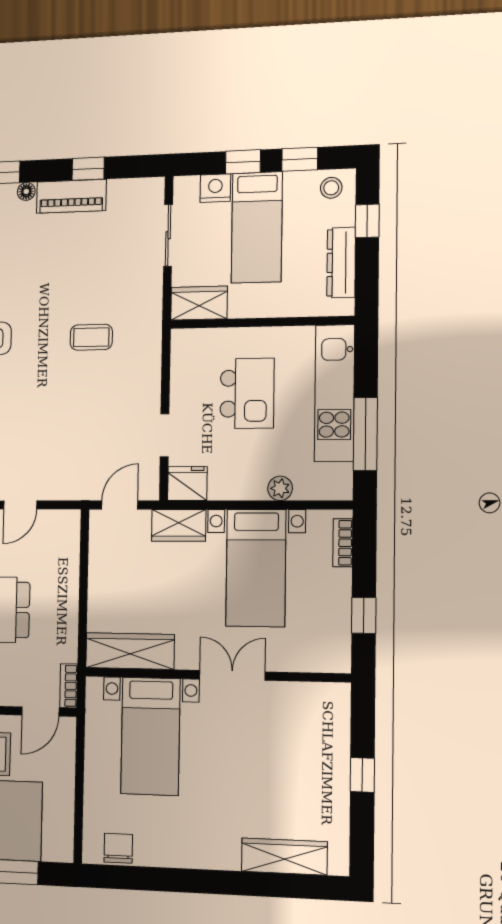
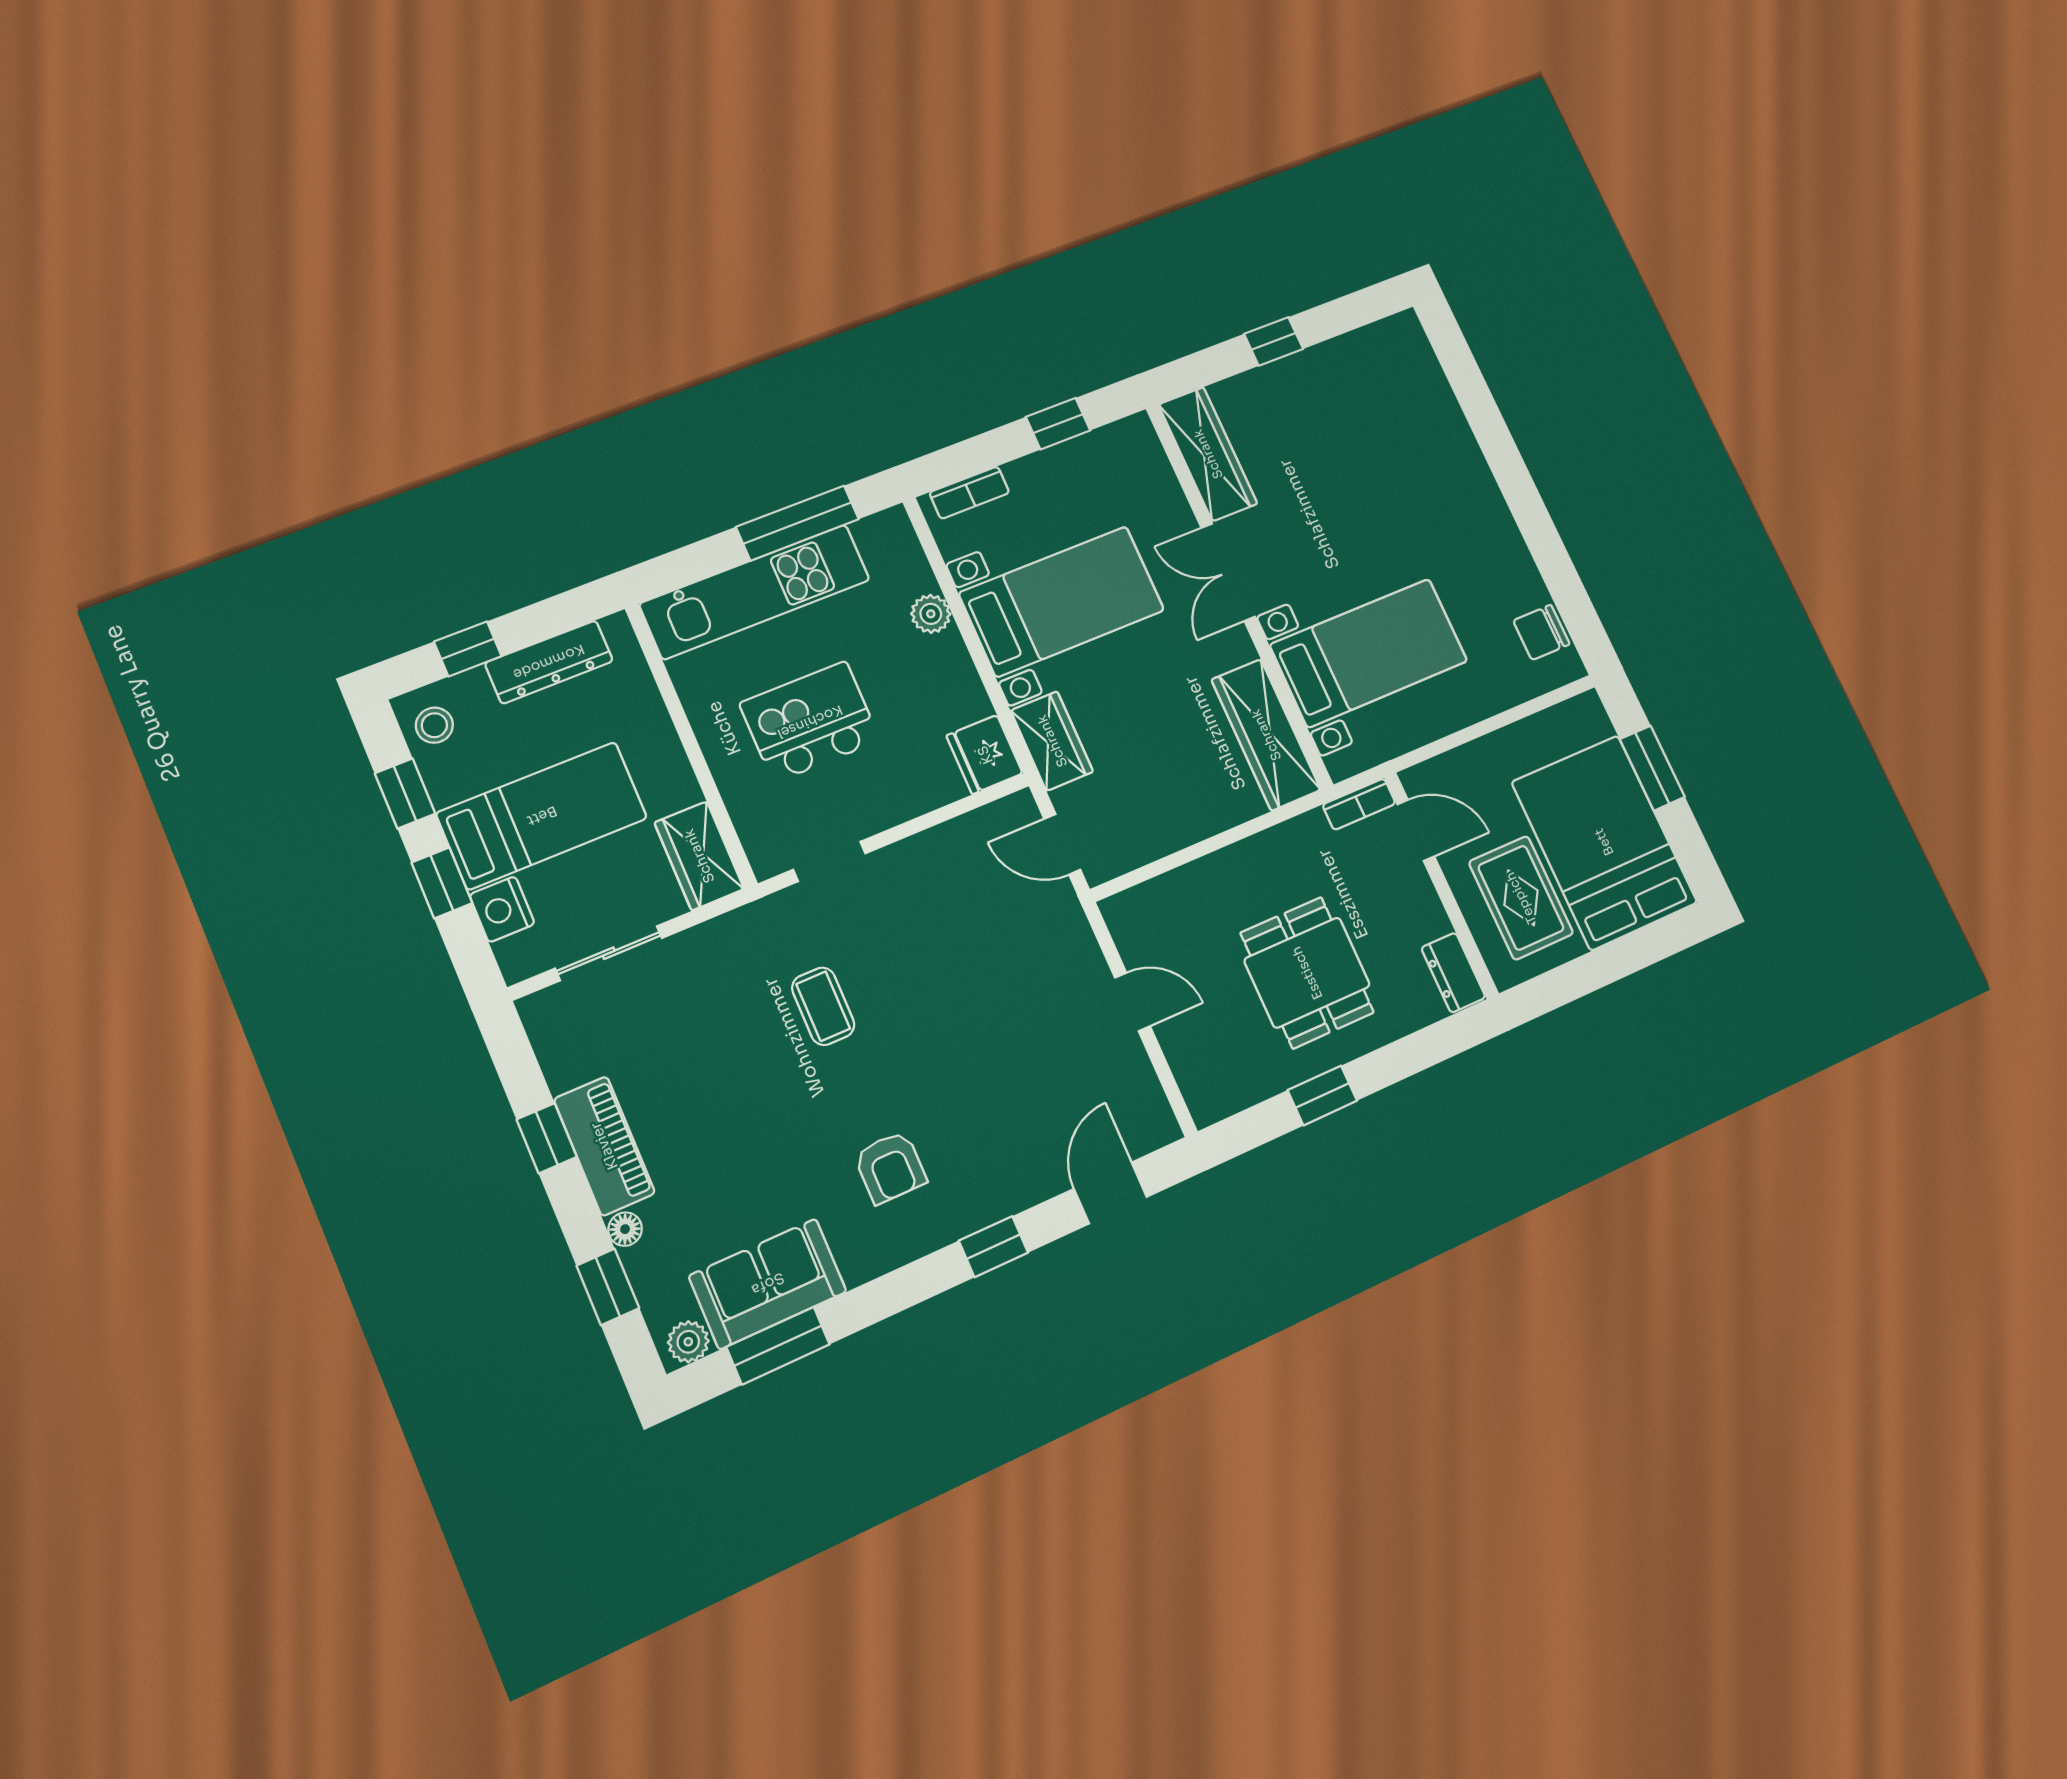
doorway: (165, 435) -> (829, 862), moved
wardrobe: (284, 856) -> (1208, 454), moved, turned 180

